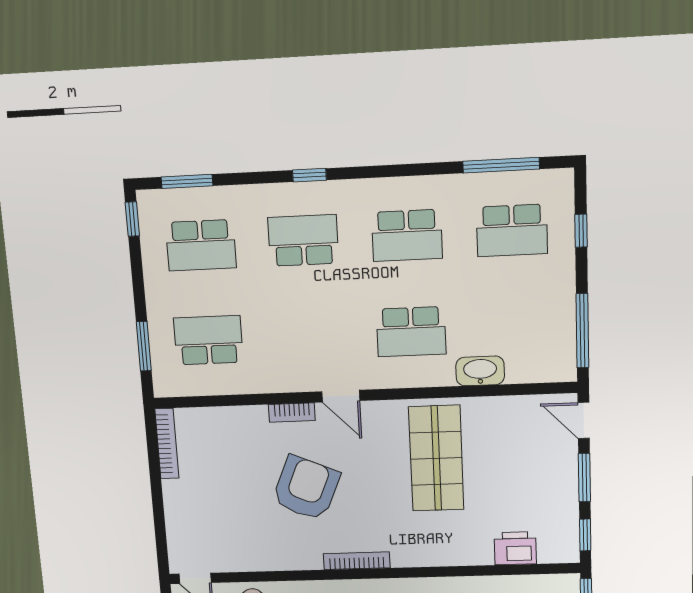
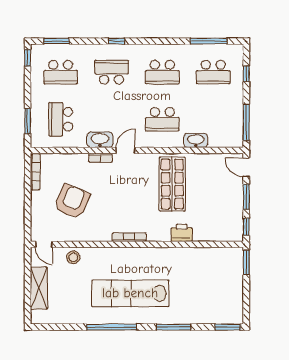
school desk: (208, 340) -> (61, 119), turned -90
washbasin: (289, 377) -> (100, 140), added
door: (341, 396) -> (126, 150), swing flipped
armchair: (306, 488) -> (72, 202), moved
printer: (515, 548) -> (182, 233), moved

